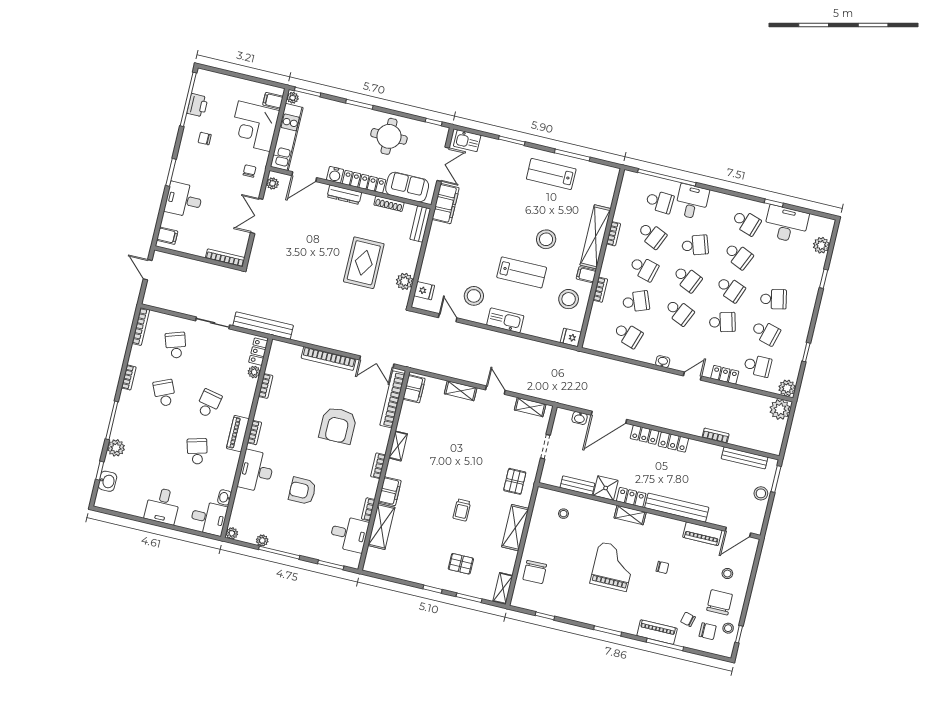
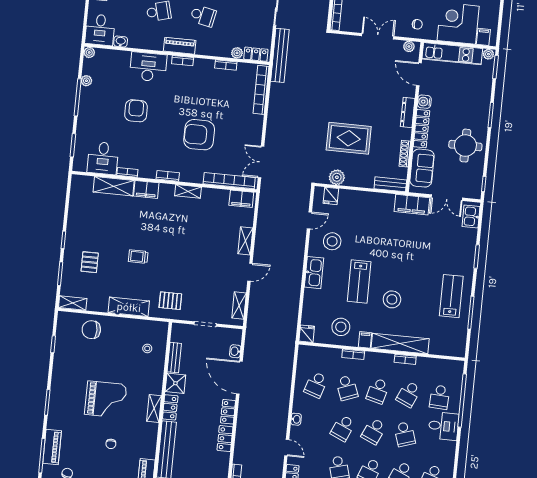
bookcase: (329, 359) -> (261, 90), moved

